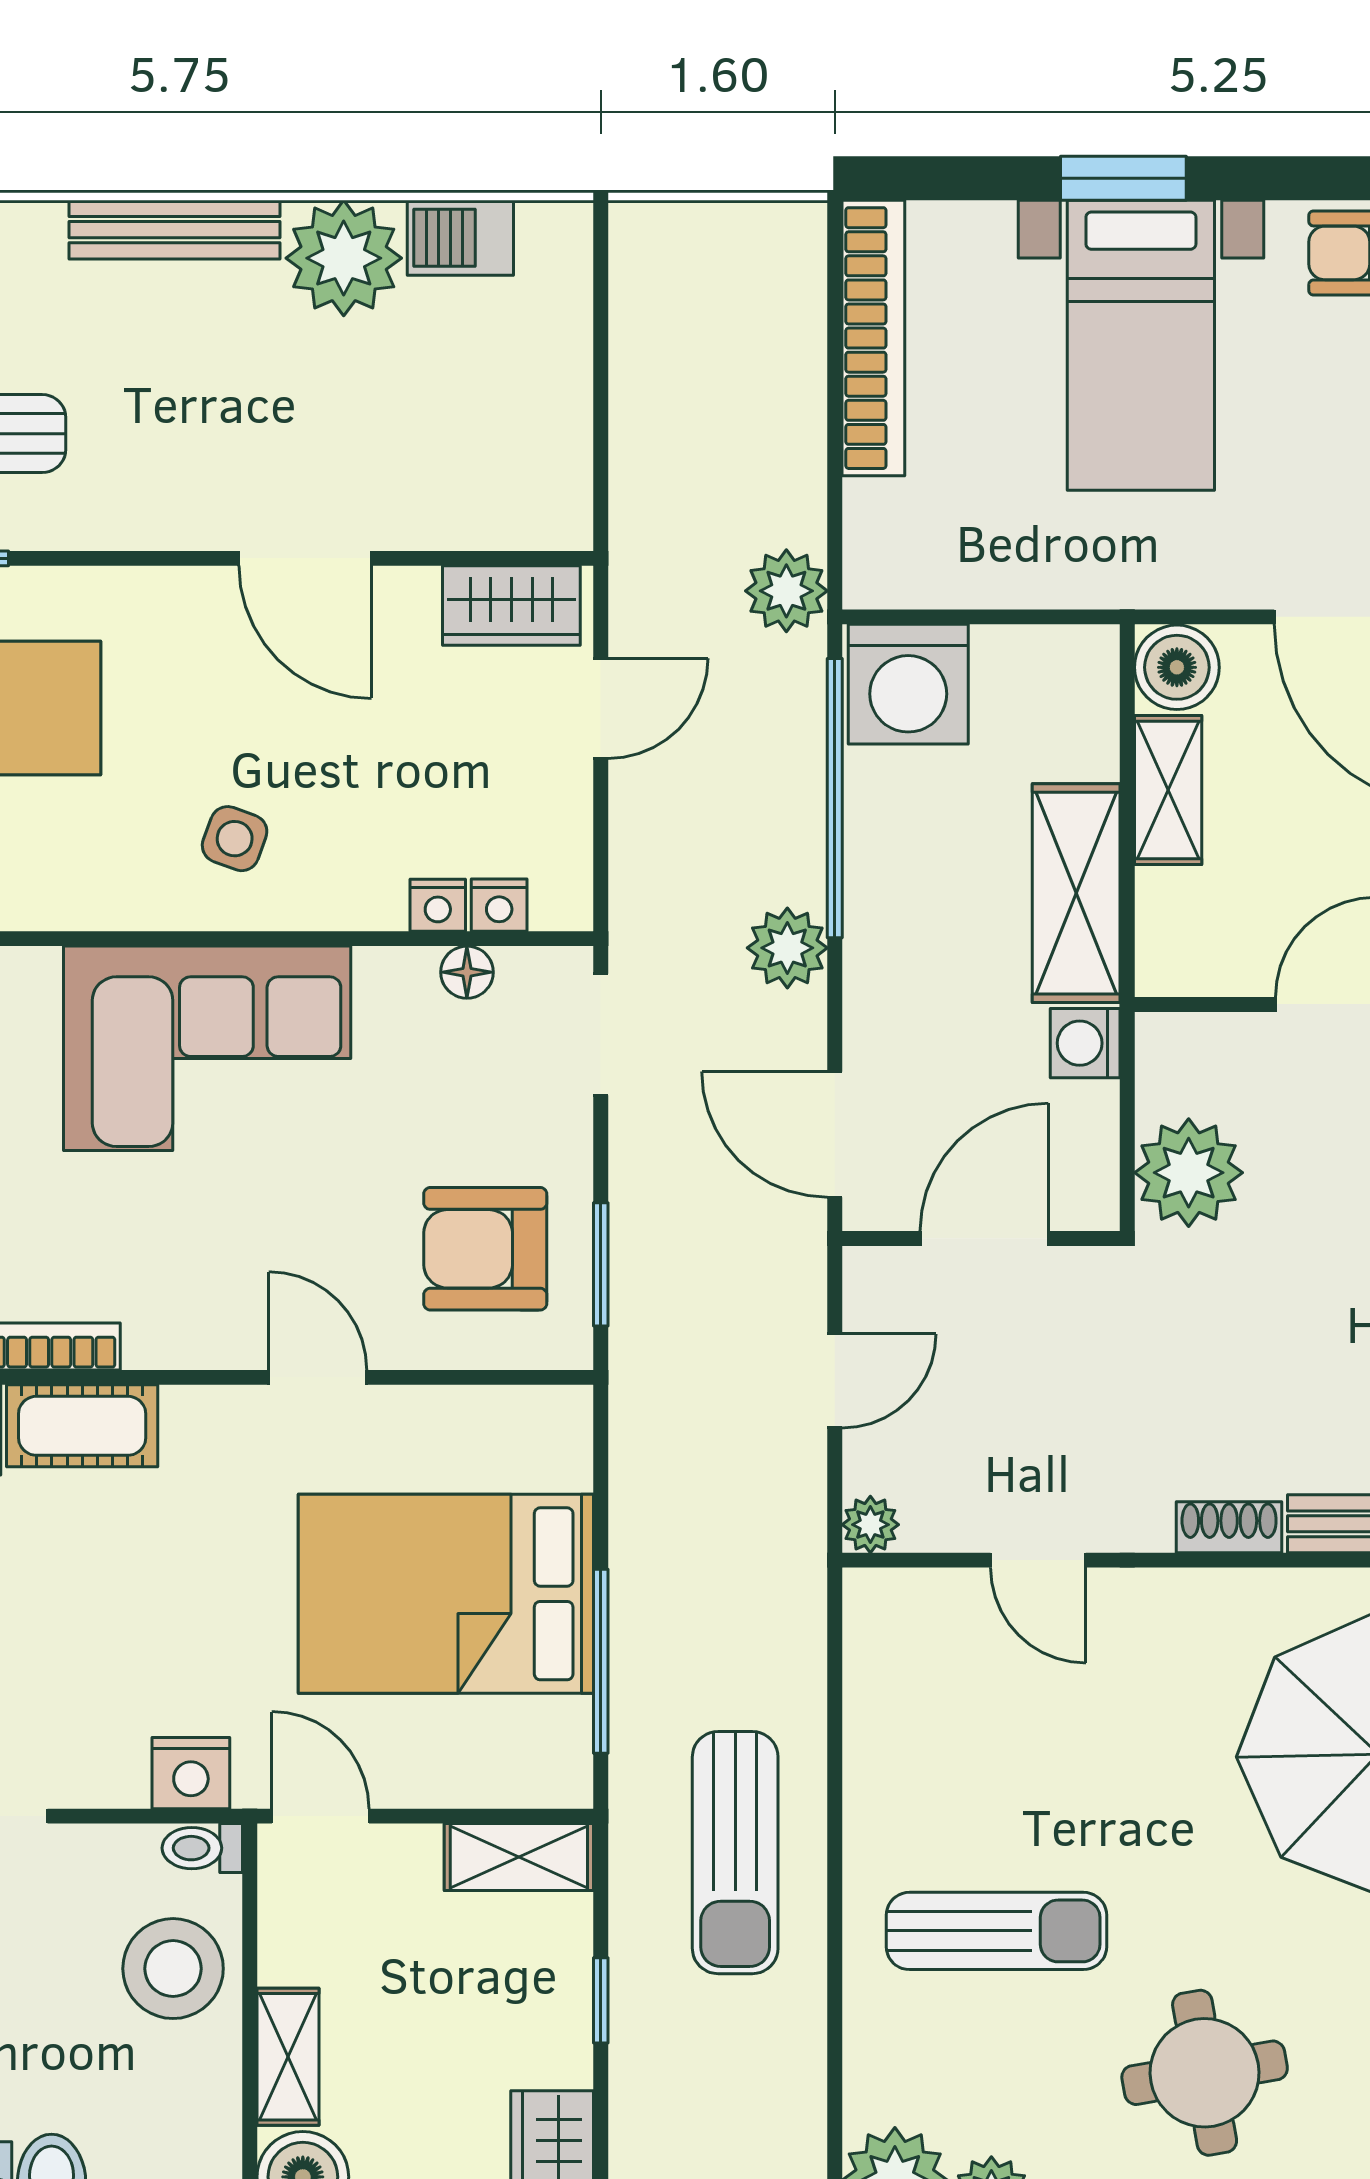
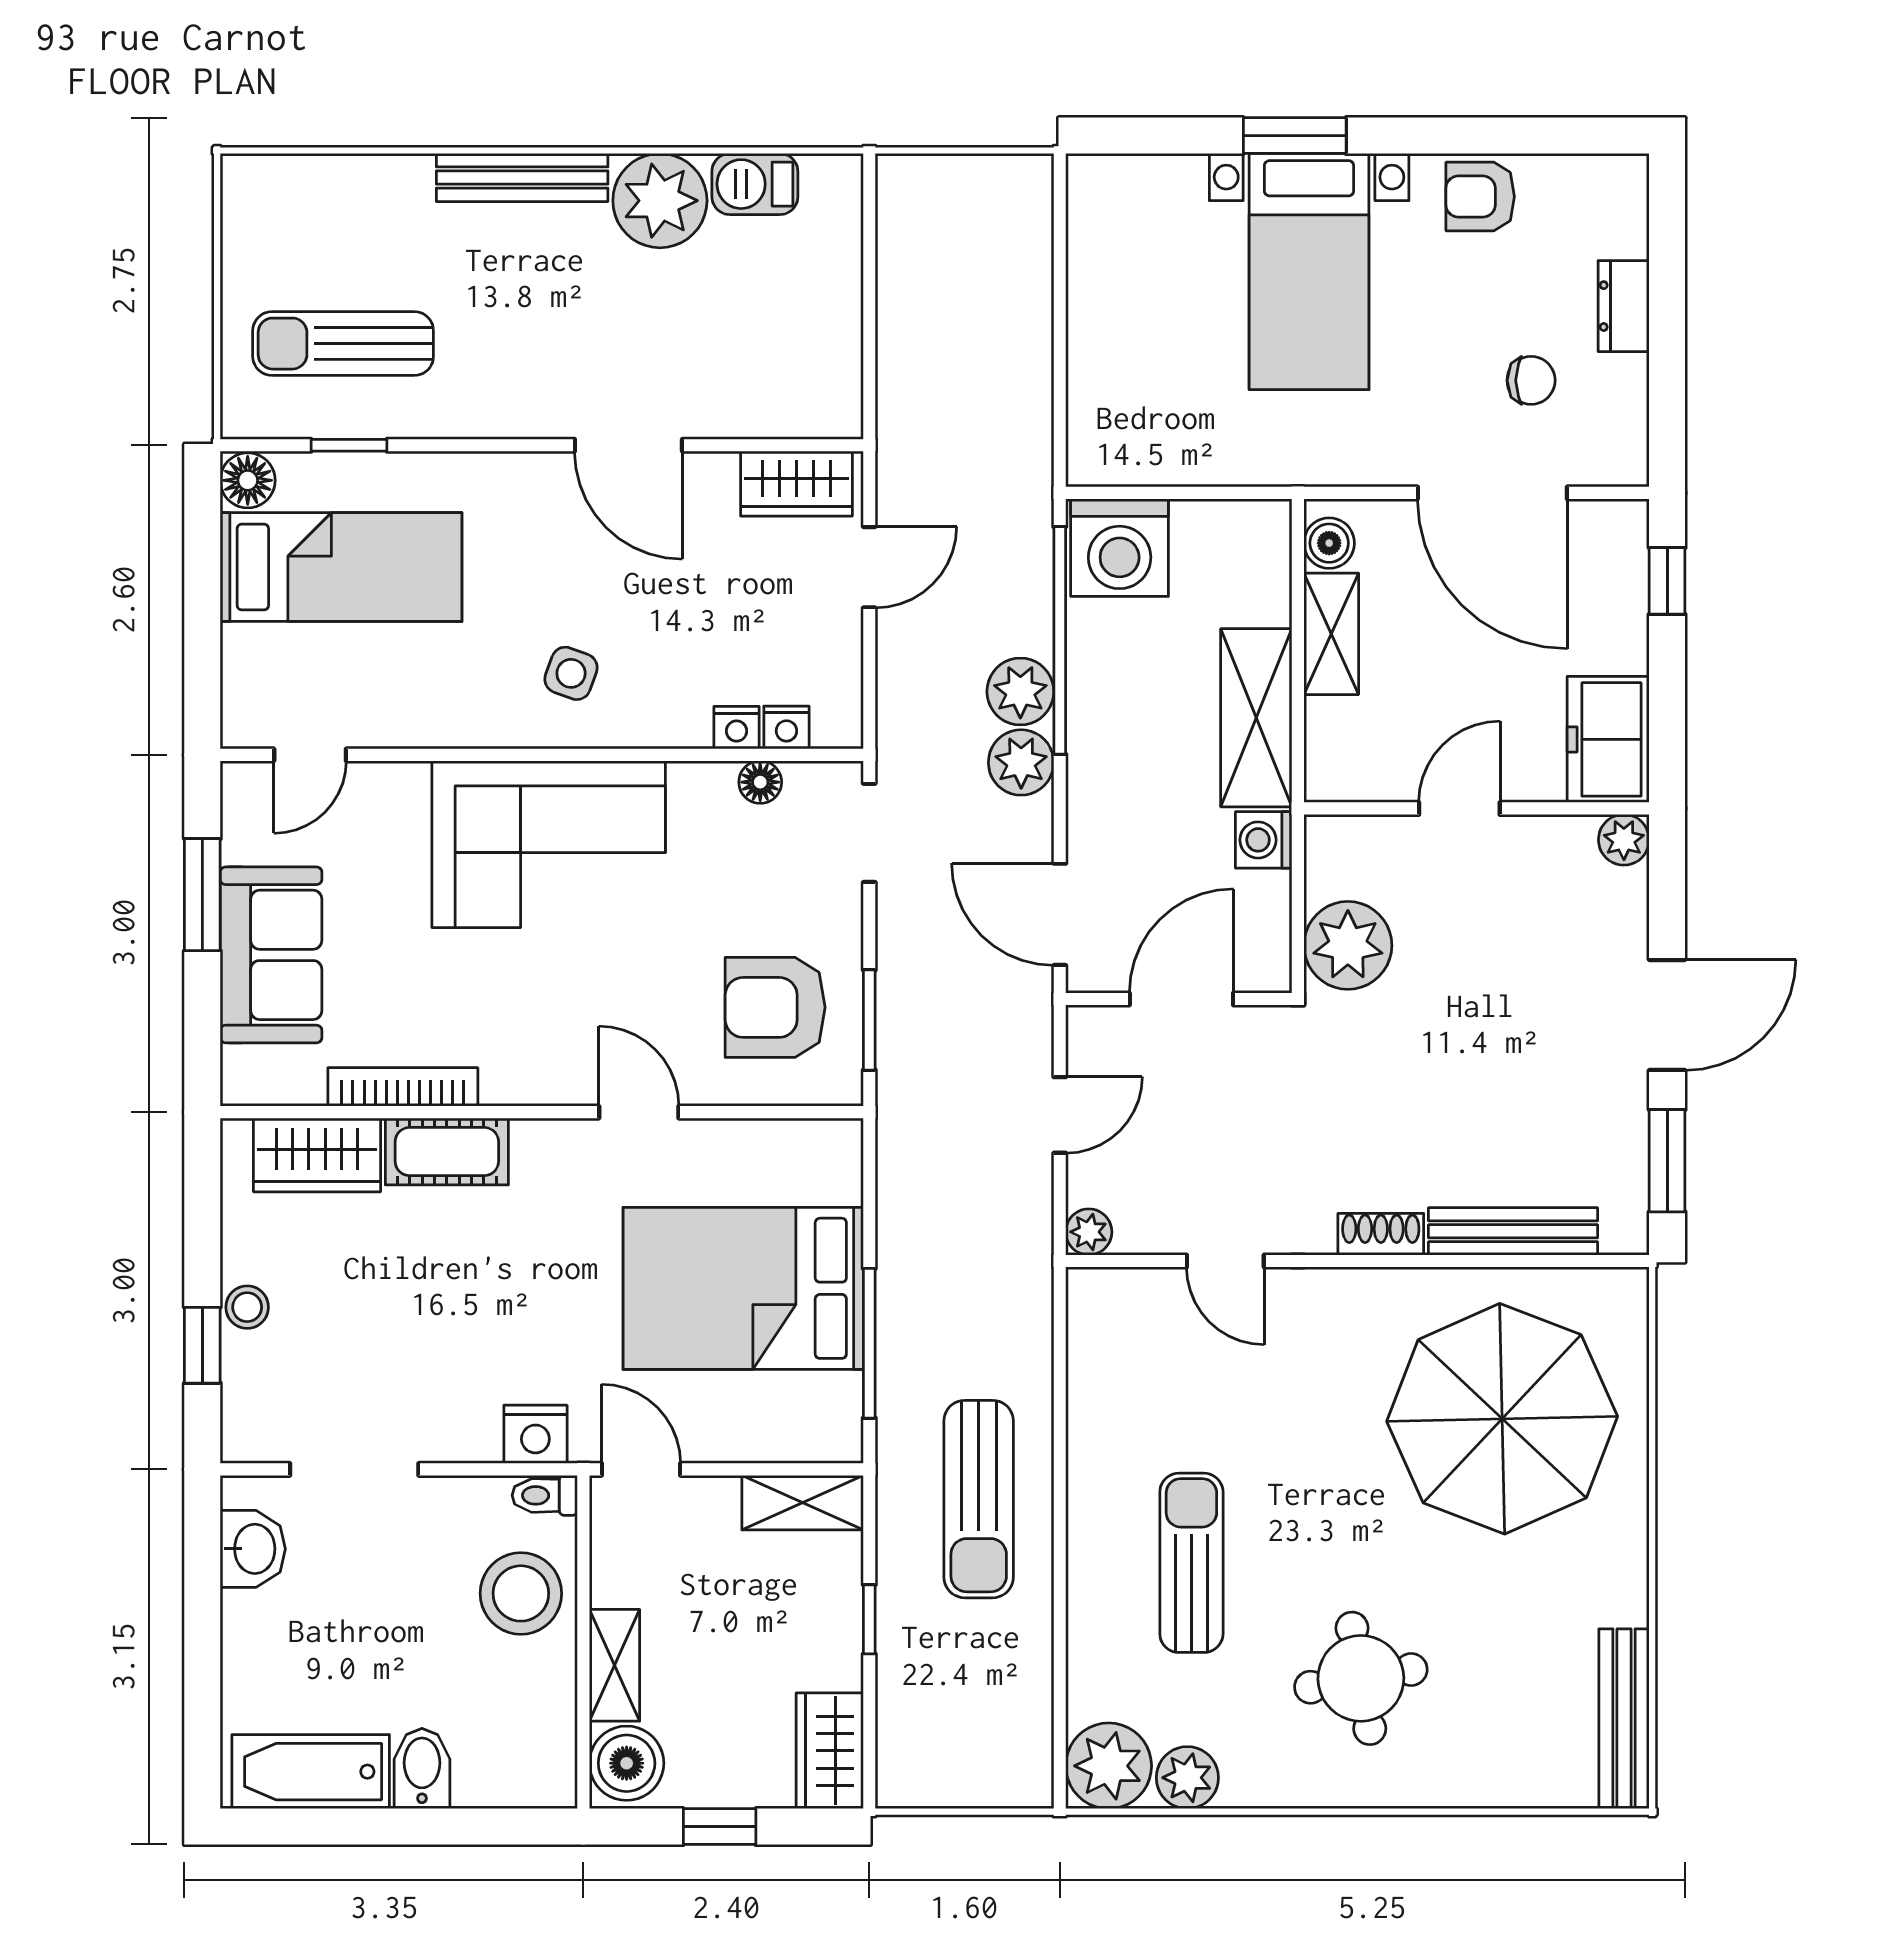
bookcase: (873, 338) -> (1091, 266), removed
plant: (786, 591) -> (1020, 692), moved
boiler: (1177, 667) -> (1329, 543), width x0.73, depth x0.73
sun lounger: (996, 1931) -> (1191, 1563), turned -90

